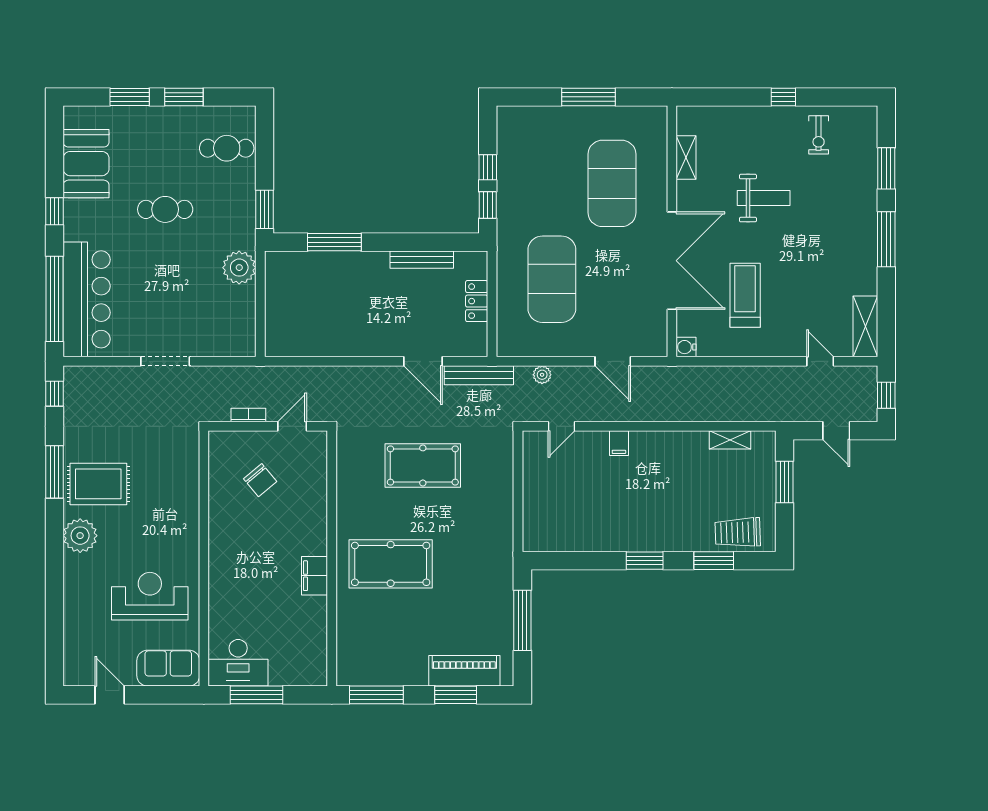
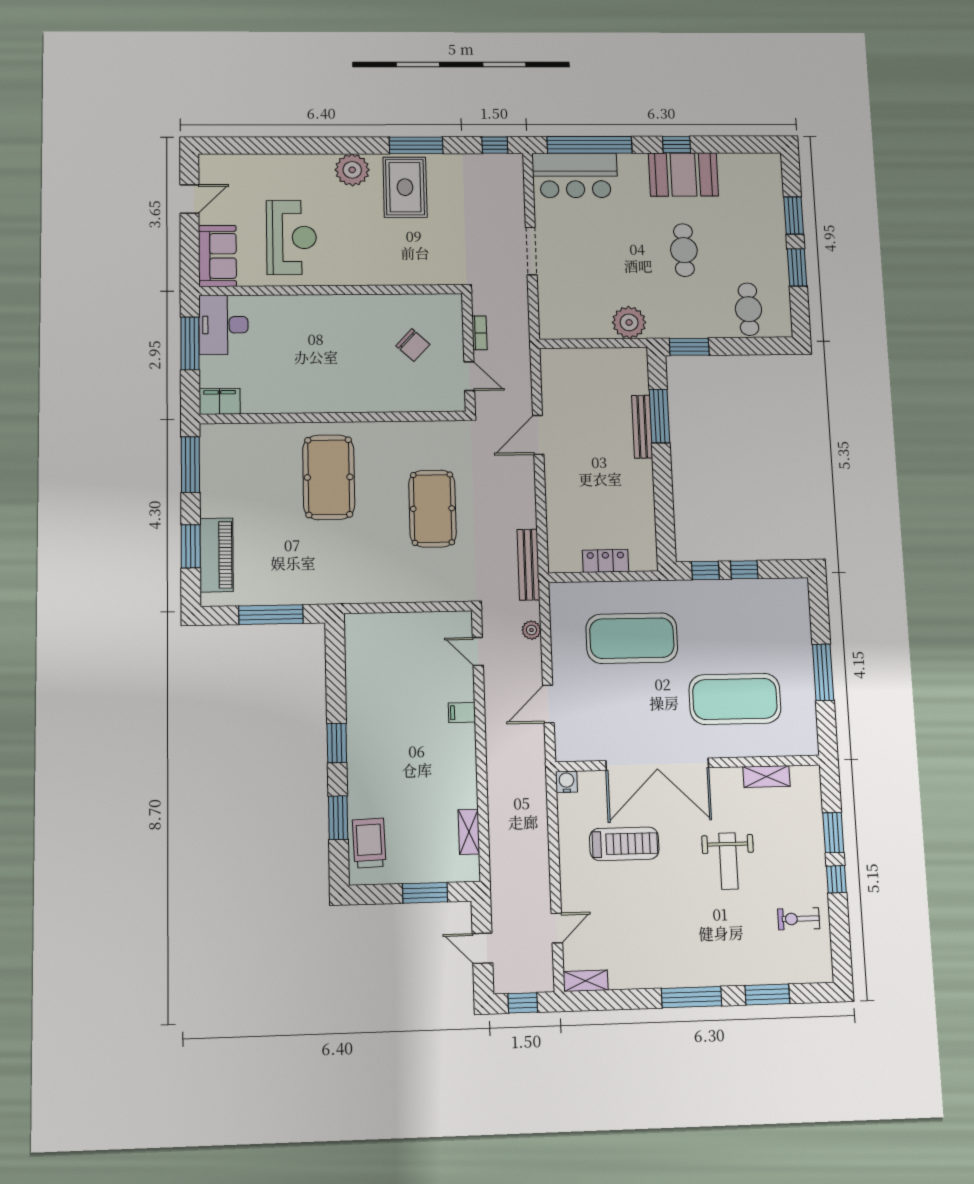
window: (740, 97) -> (833, 833), added
booth: (86, 164) -> (683, 174), moved
bench: (422, 260) -> (642, 427), moved
bar counter: (87, 299) -> (575, 175), width x0.73
shelving: (865, 326) -> (586, 981), width x0.67, depth x0.75
door: (423, 361) -> (538, 435), moved
door: (836, 431) -> (482, 948), hinge flipped
chair: (260, 480) -> (413, 345), turned -97
filing cabinet: (314, 576) -> (220, 401), moved

